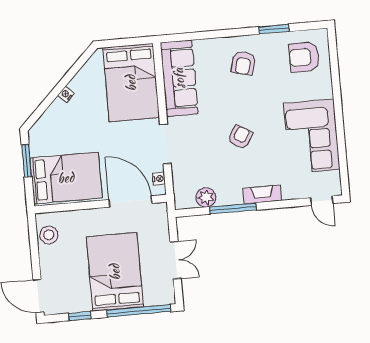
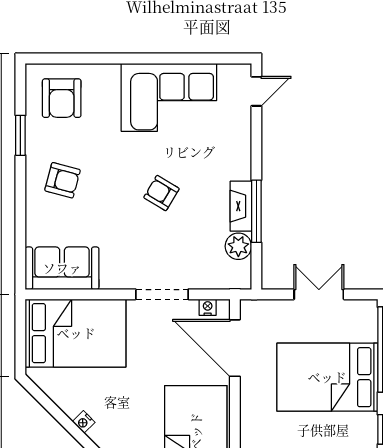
sofa: (179, 78) -> (62, 268), width x0.73
fireplace: (262, 194) -> (241, 206), moved
door: (130, 201) -> (235, 348), hinge flipped

